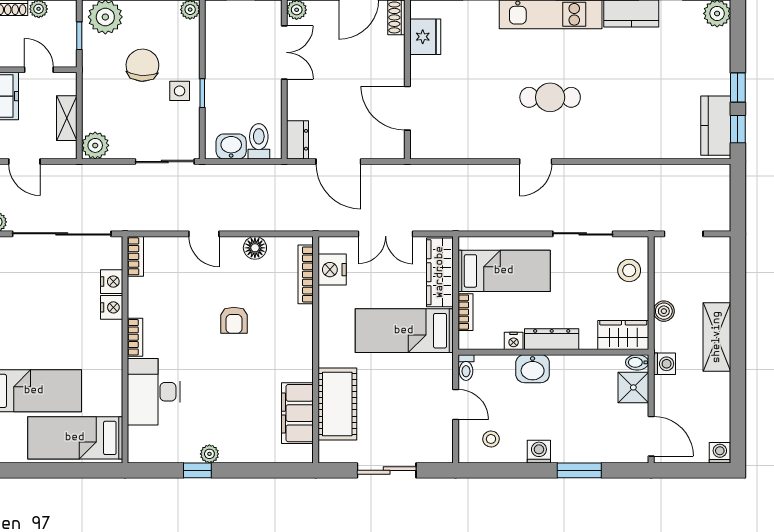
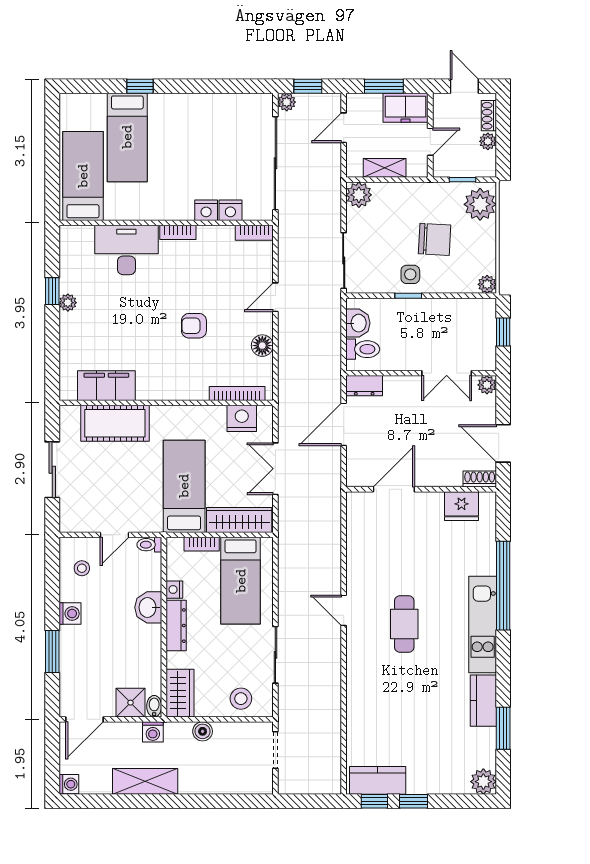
shelving: (717, 337) -> (145, 781), moved

